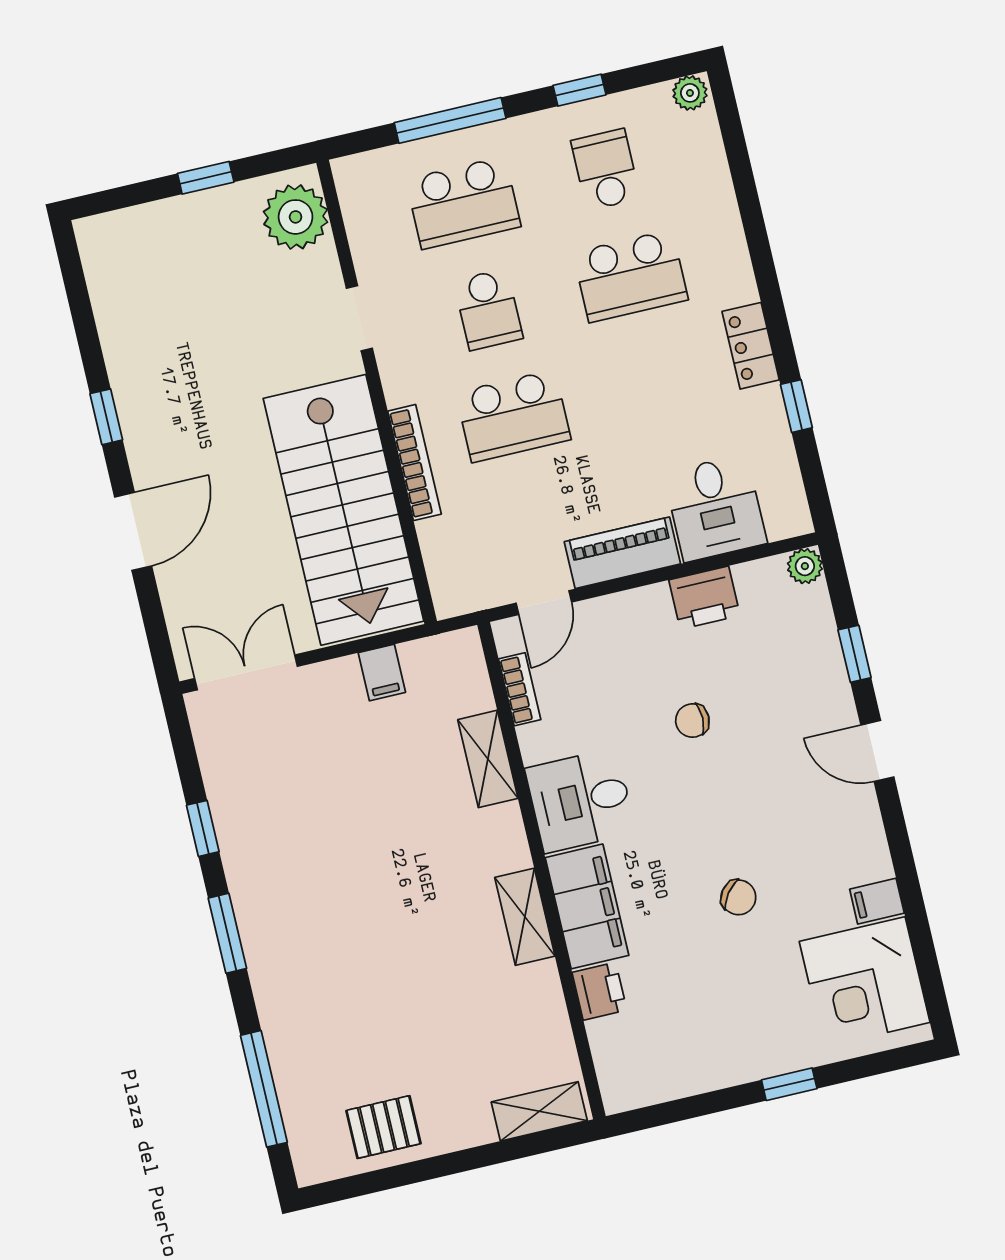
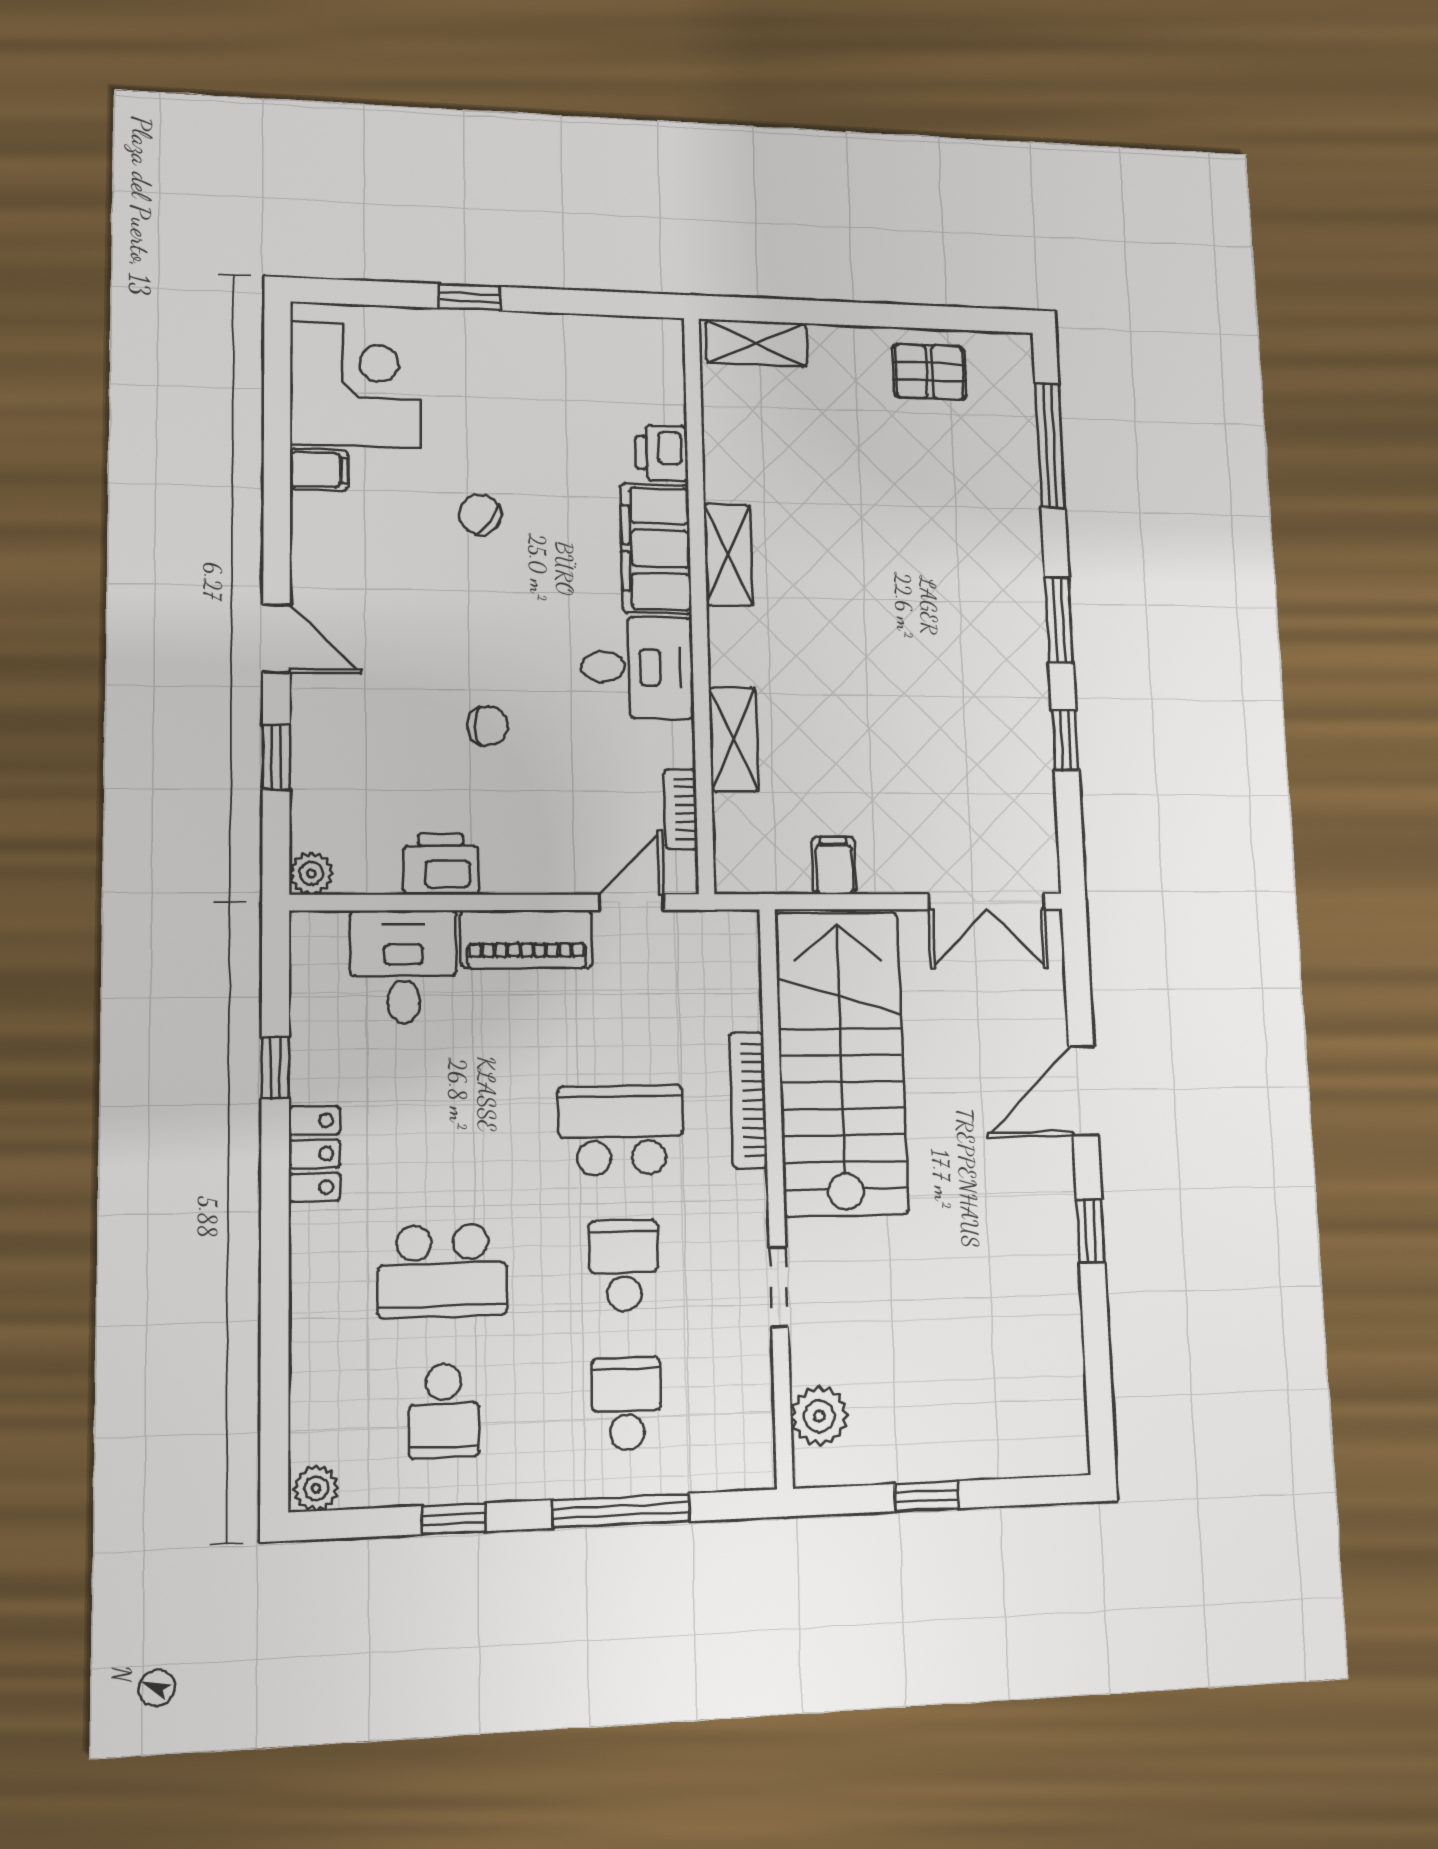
school desk: (463, 203) -> (627, 1404), width x0.54
plant: (296, 217) -> (819, 1416), width x0.73, depth x0.73
school desk: (631, 276) -> (443, 1271), turned 180

